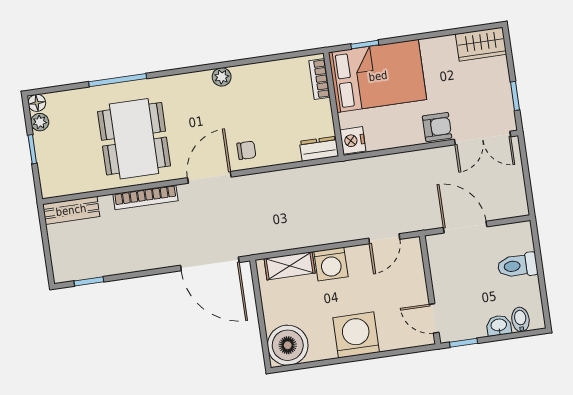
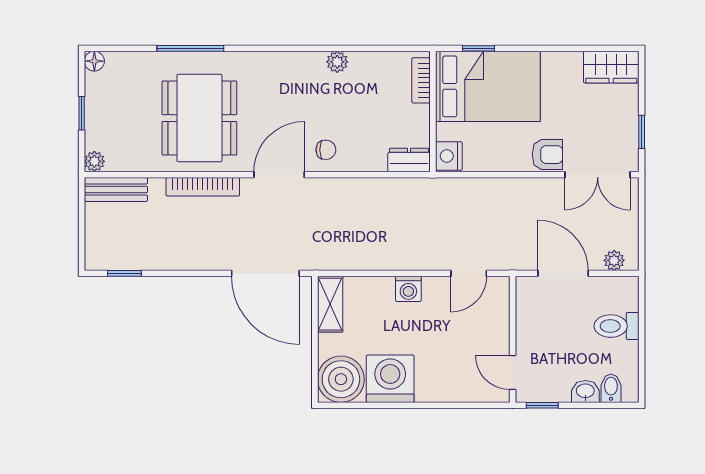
plant: (222, 77) -> (337, 62), moved
plant: (40, 122) -> (94, 161), moved
plant: (507, 210) -> (614, 260), added
washing machine: (331, 264) -> (408, 289), width x0.73, depth x0.73
shelving: (290, 266) -> (330, 304), moved, turned 90
washing machine: (356, 335) -> (390, 379), moved

